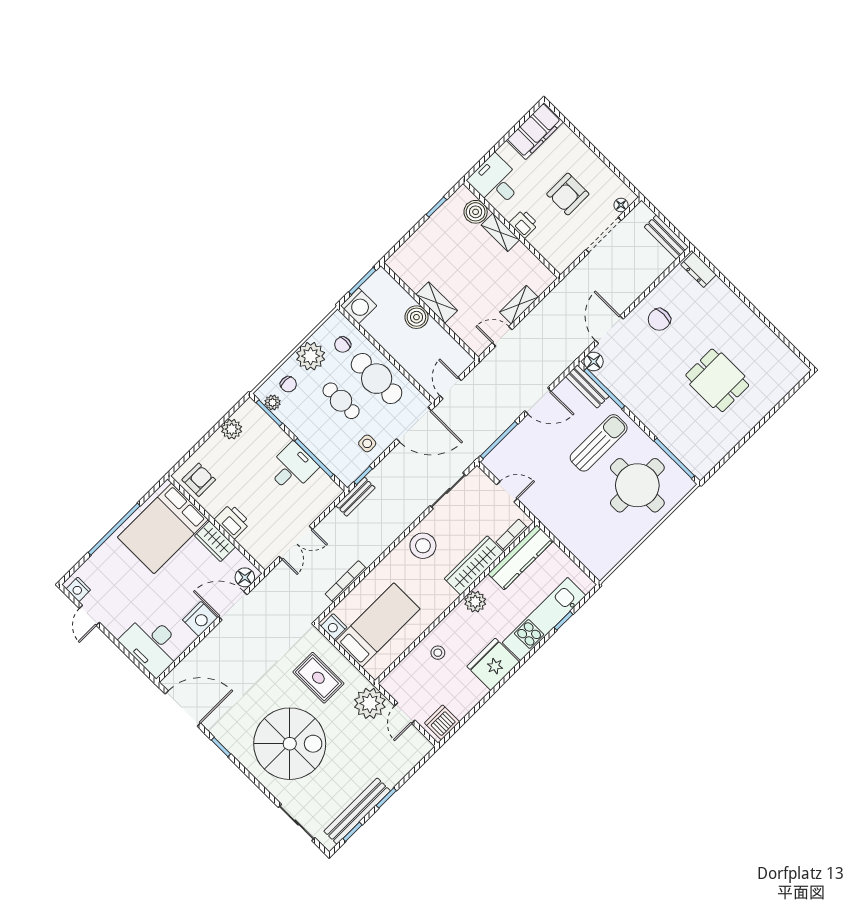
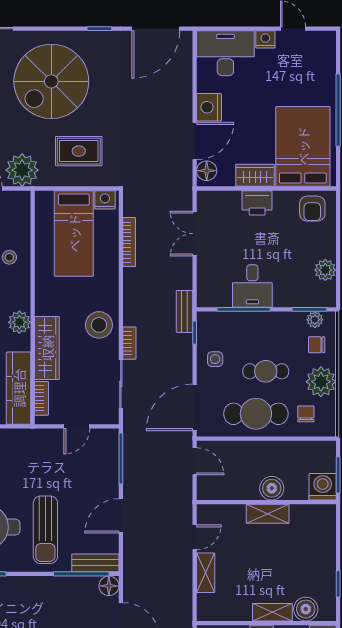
washing machine: (359, 306) -> (323, 487), moved, turned 90
bookcase: (415, 513) -> (129, 343), added
nightstand: (78, 589) -> (265, 39), moved

